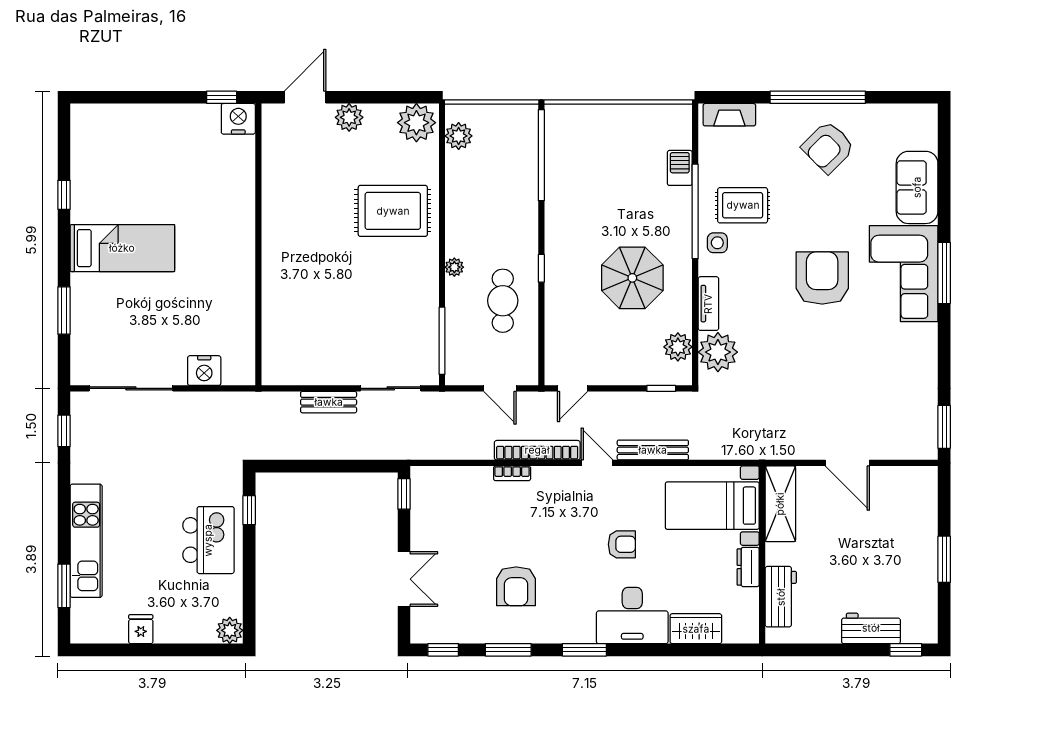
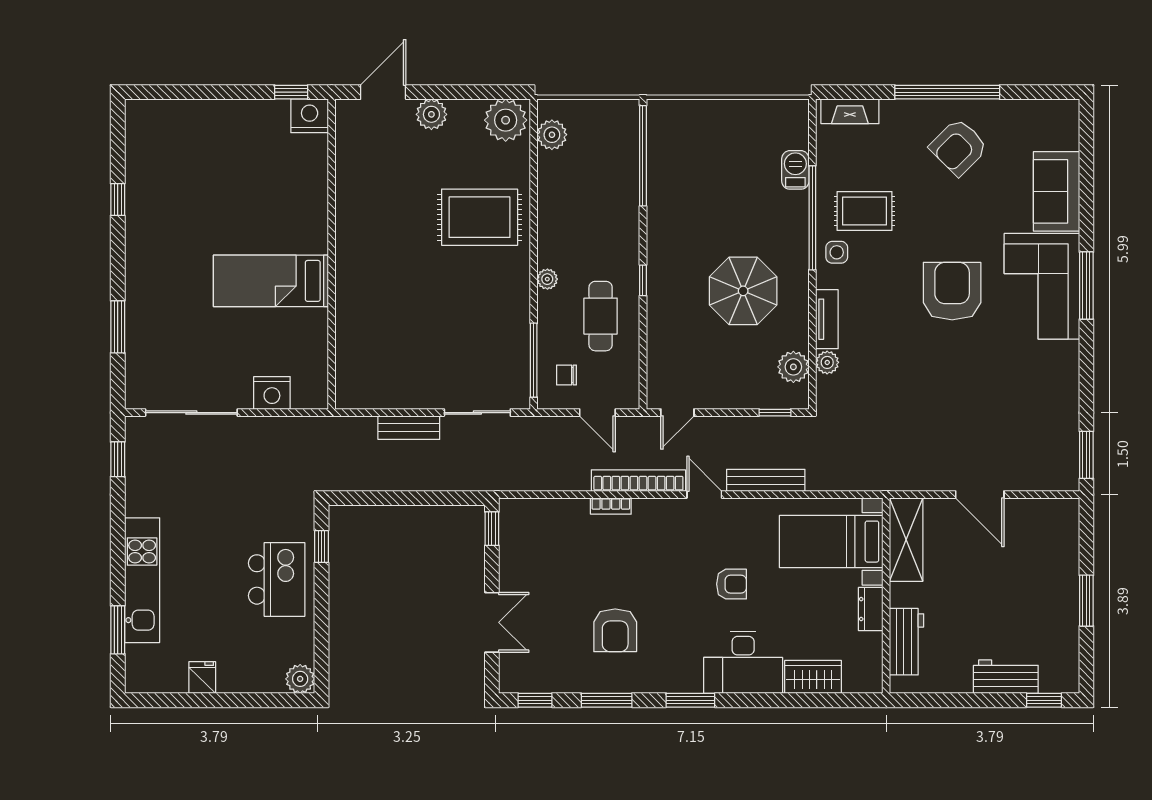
bed: (122, 248) -> (271, 281), moved, turned 180
plant: (718, 352) -> (827, 362), width x0.53, depth x0.53
chair: (472, 354) -> (566, 375), added

